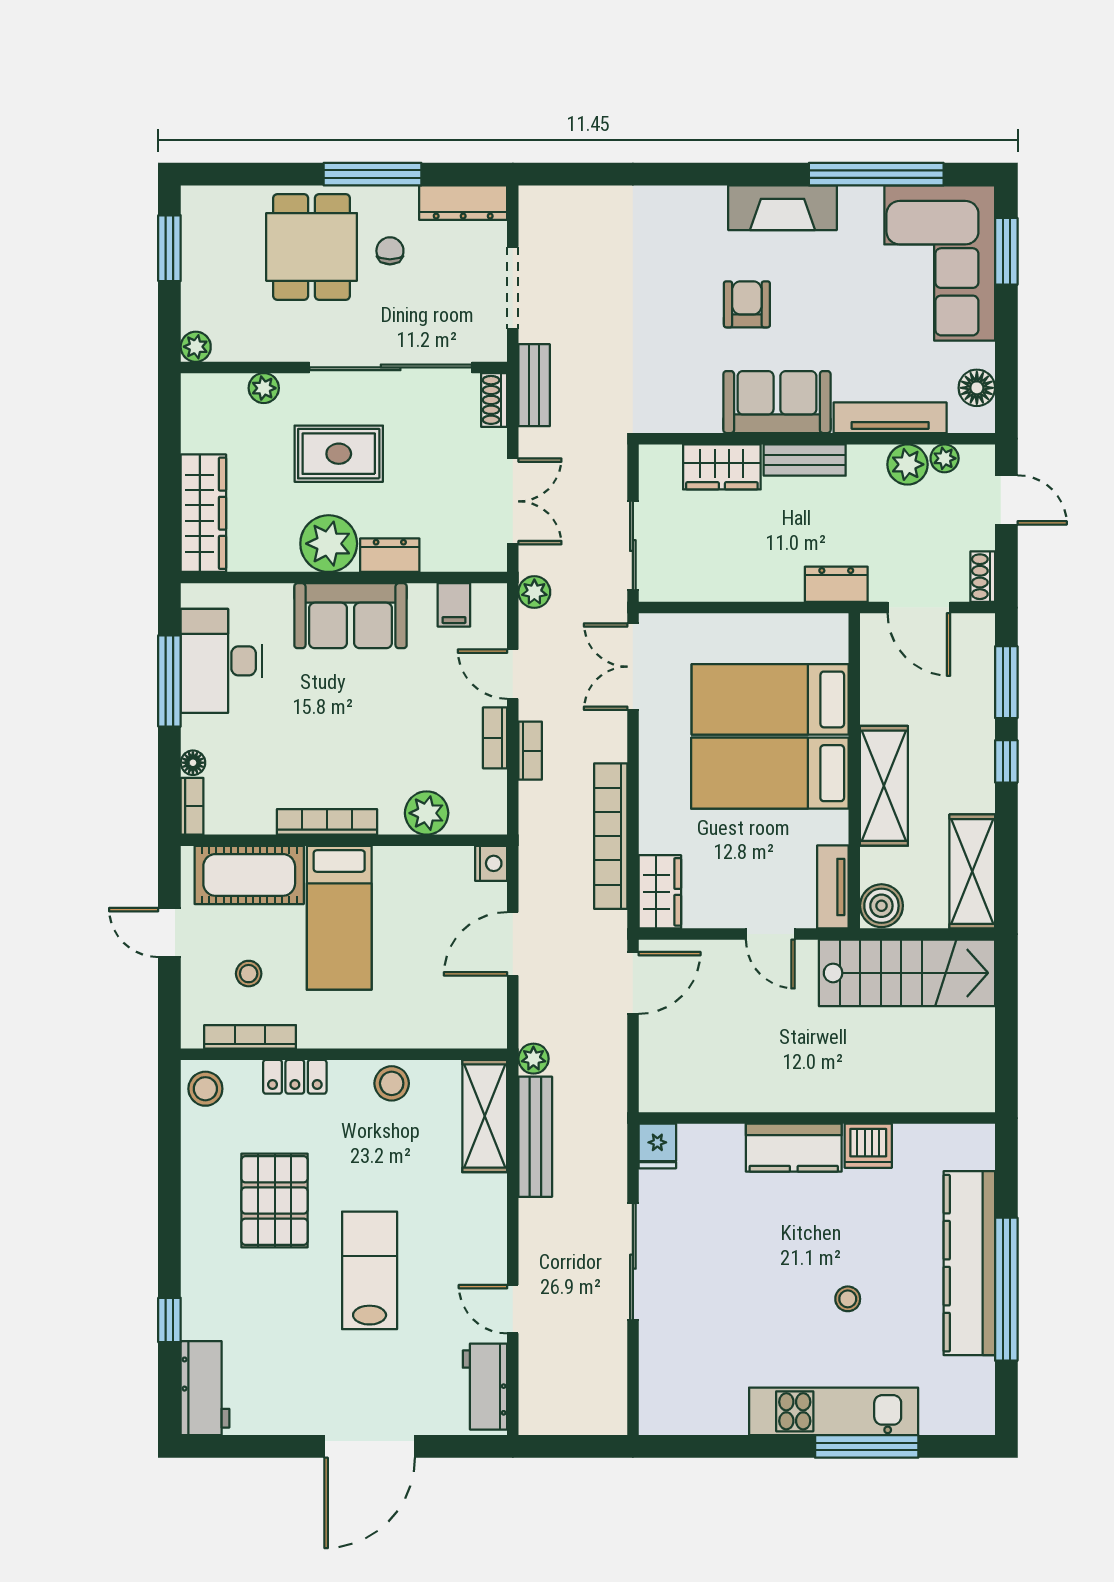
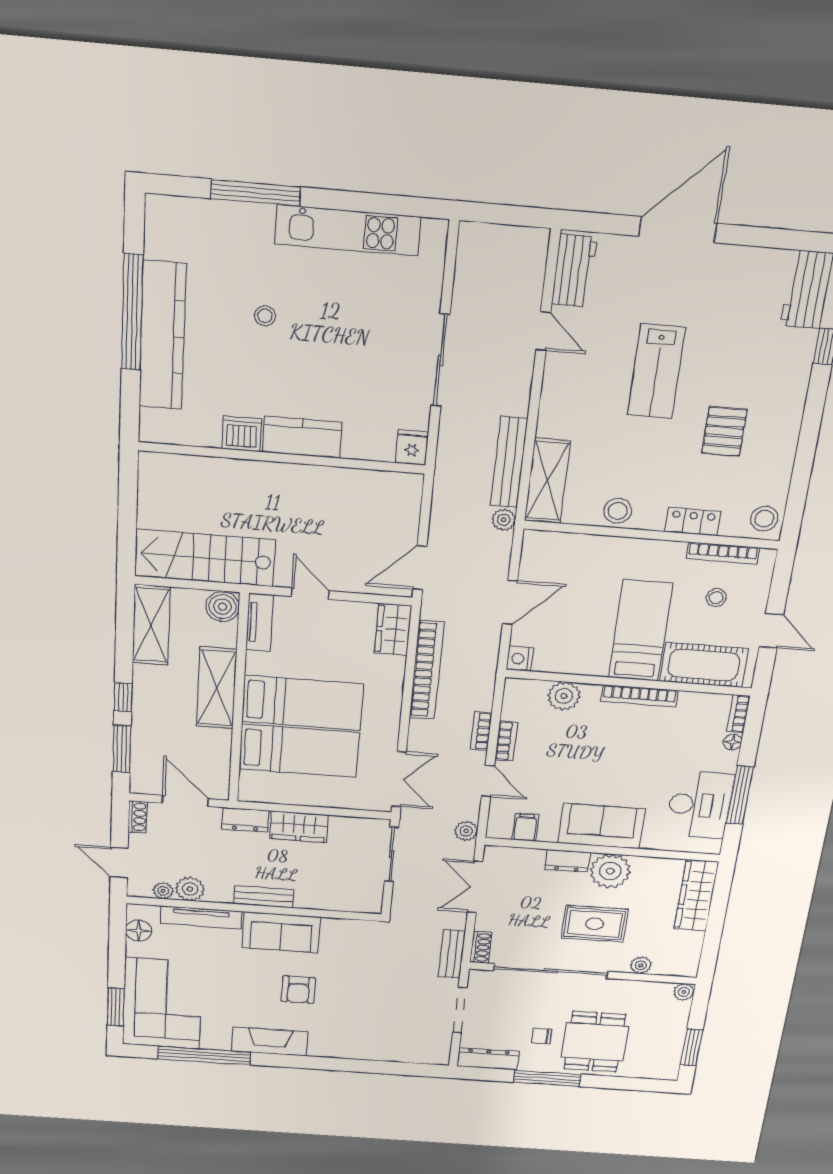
chair: (390, 251) -> (542, 1036), turned 90
wardrobe: (722, 467) -> (299, 827), moved, turned 180
pallet: (275, 1200) -> (724, 432), width x0.67, depth x0.71
kitchen unit: (834, 1411) -> (348, 230), moved

